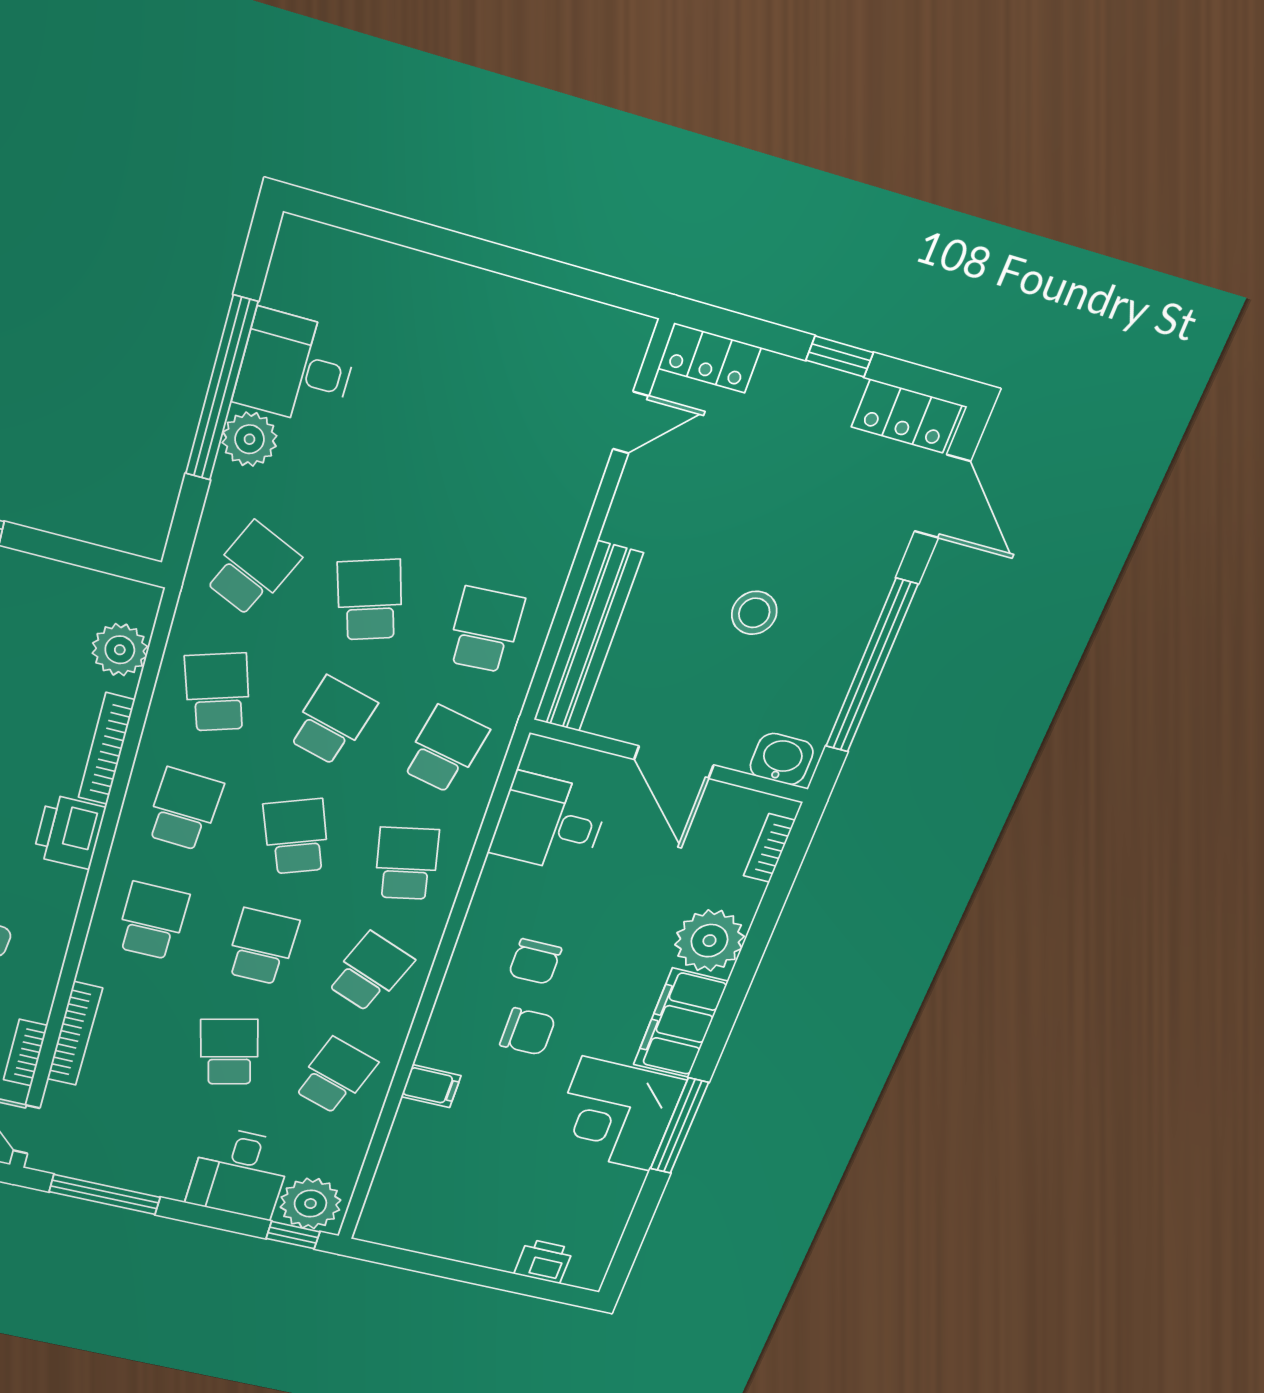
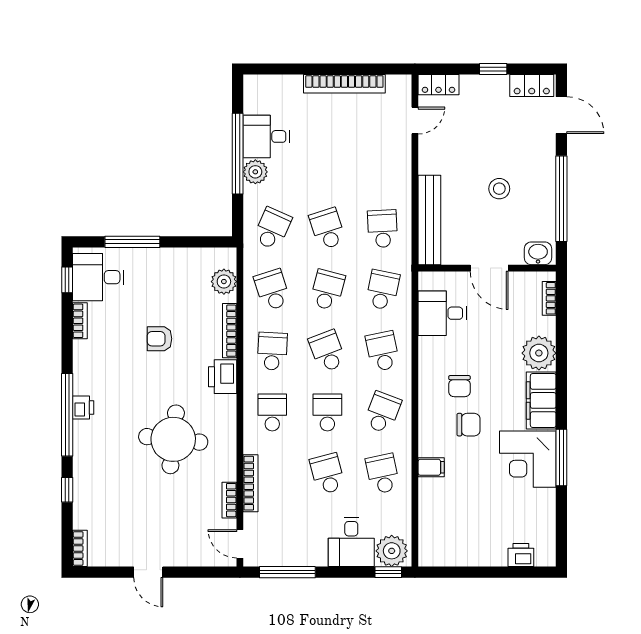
bookcase: (505, 297) -> (344, 84), added
school desk: (335, 1076) -> (383, 474), turned -30

